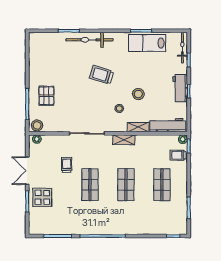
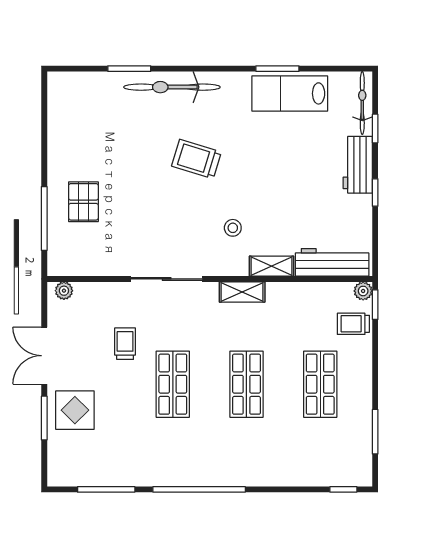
workbench: (180, 88) -> (358, 165), moved
stool: (138, 94) -> (272, 198), removed
stool: (37, 125) -> (64, 263), removed

